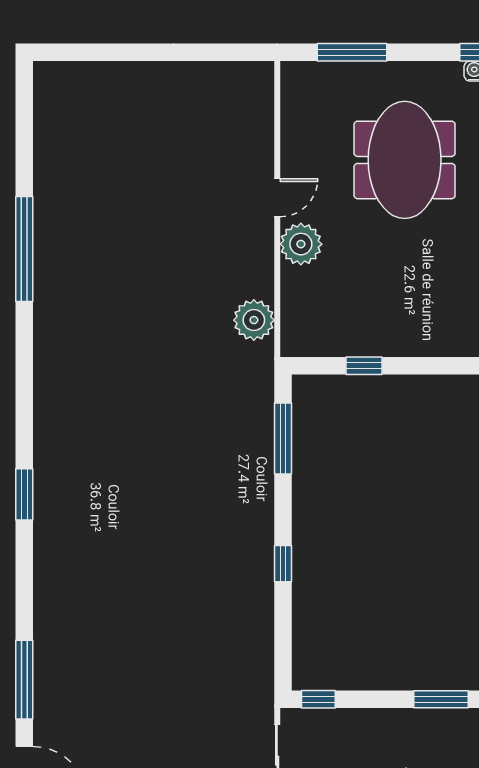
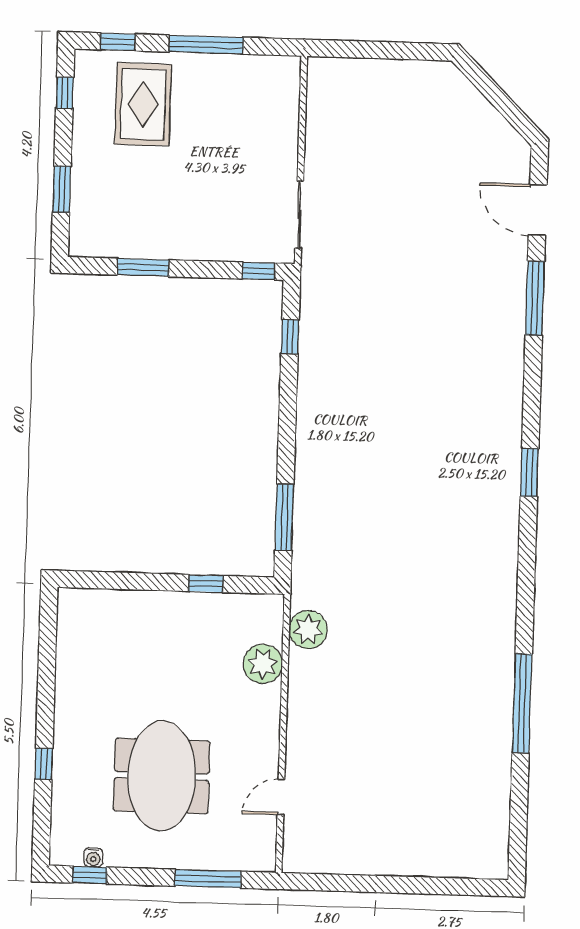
door: (277, 198) -> (281, 797), moved
plant: (301, 244) -> (263, 664), moved
window: (283, 564) -> (290, 337), moved

